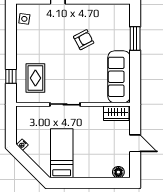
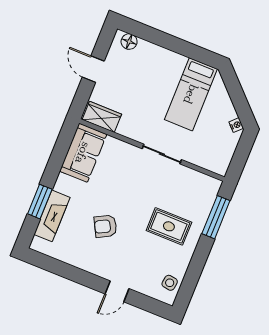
fireplace: (123, 32) -> (52, 216), added
window: (11, 76) -> (216, 217), width x2.17
sofa: (119, 77) -> (83, 153), width x0.73
rug: (35, 78) -> (169, 226), moved, turned 90

